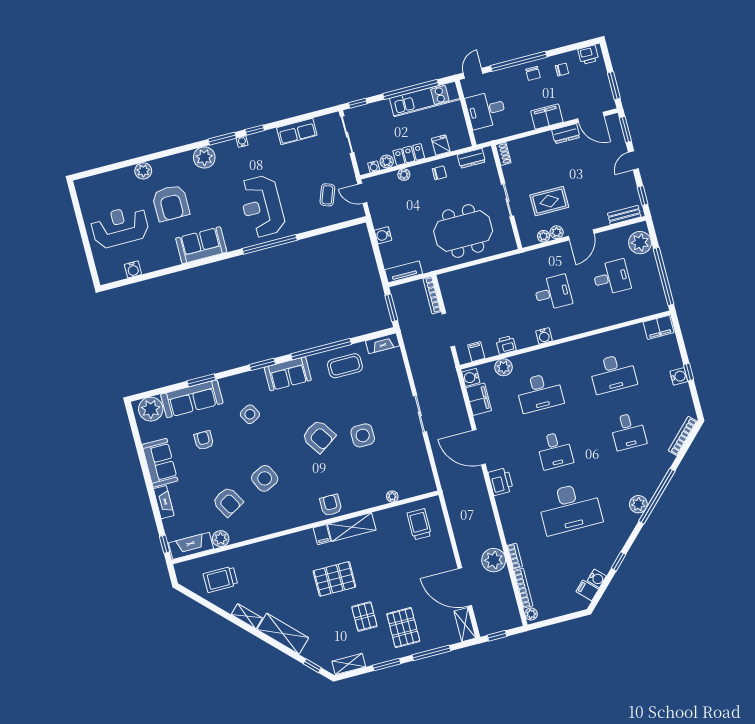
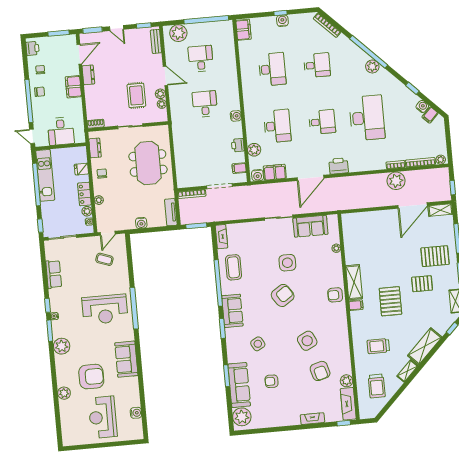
sofa: (160, 463) -> (310, 226), moved, turned 180
armchair: (228, 502) -> (320, 371), turned 104
trolley: (419, 524) -> (378, 346), moved

